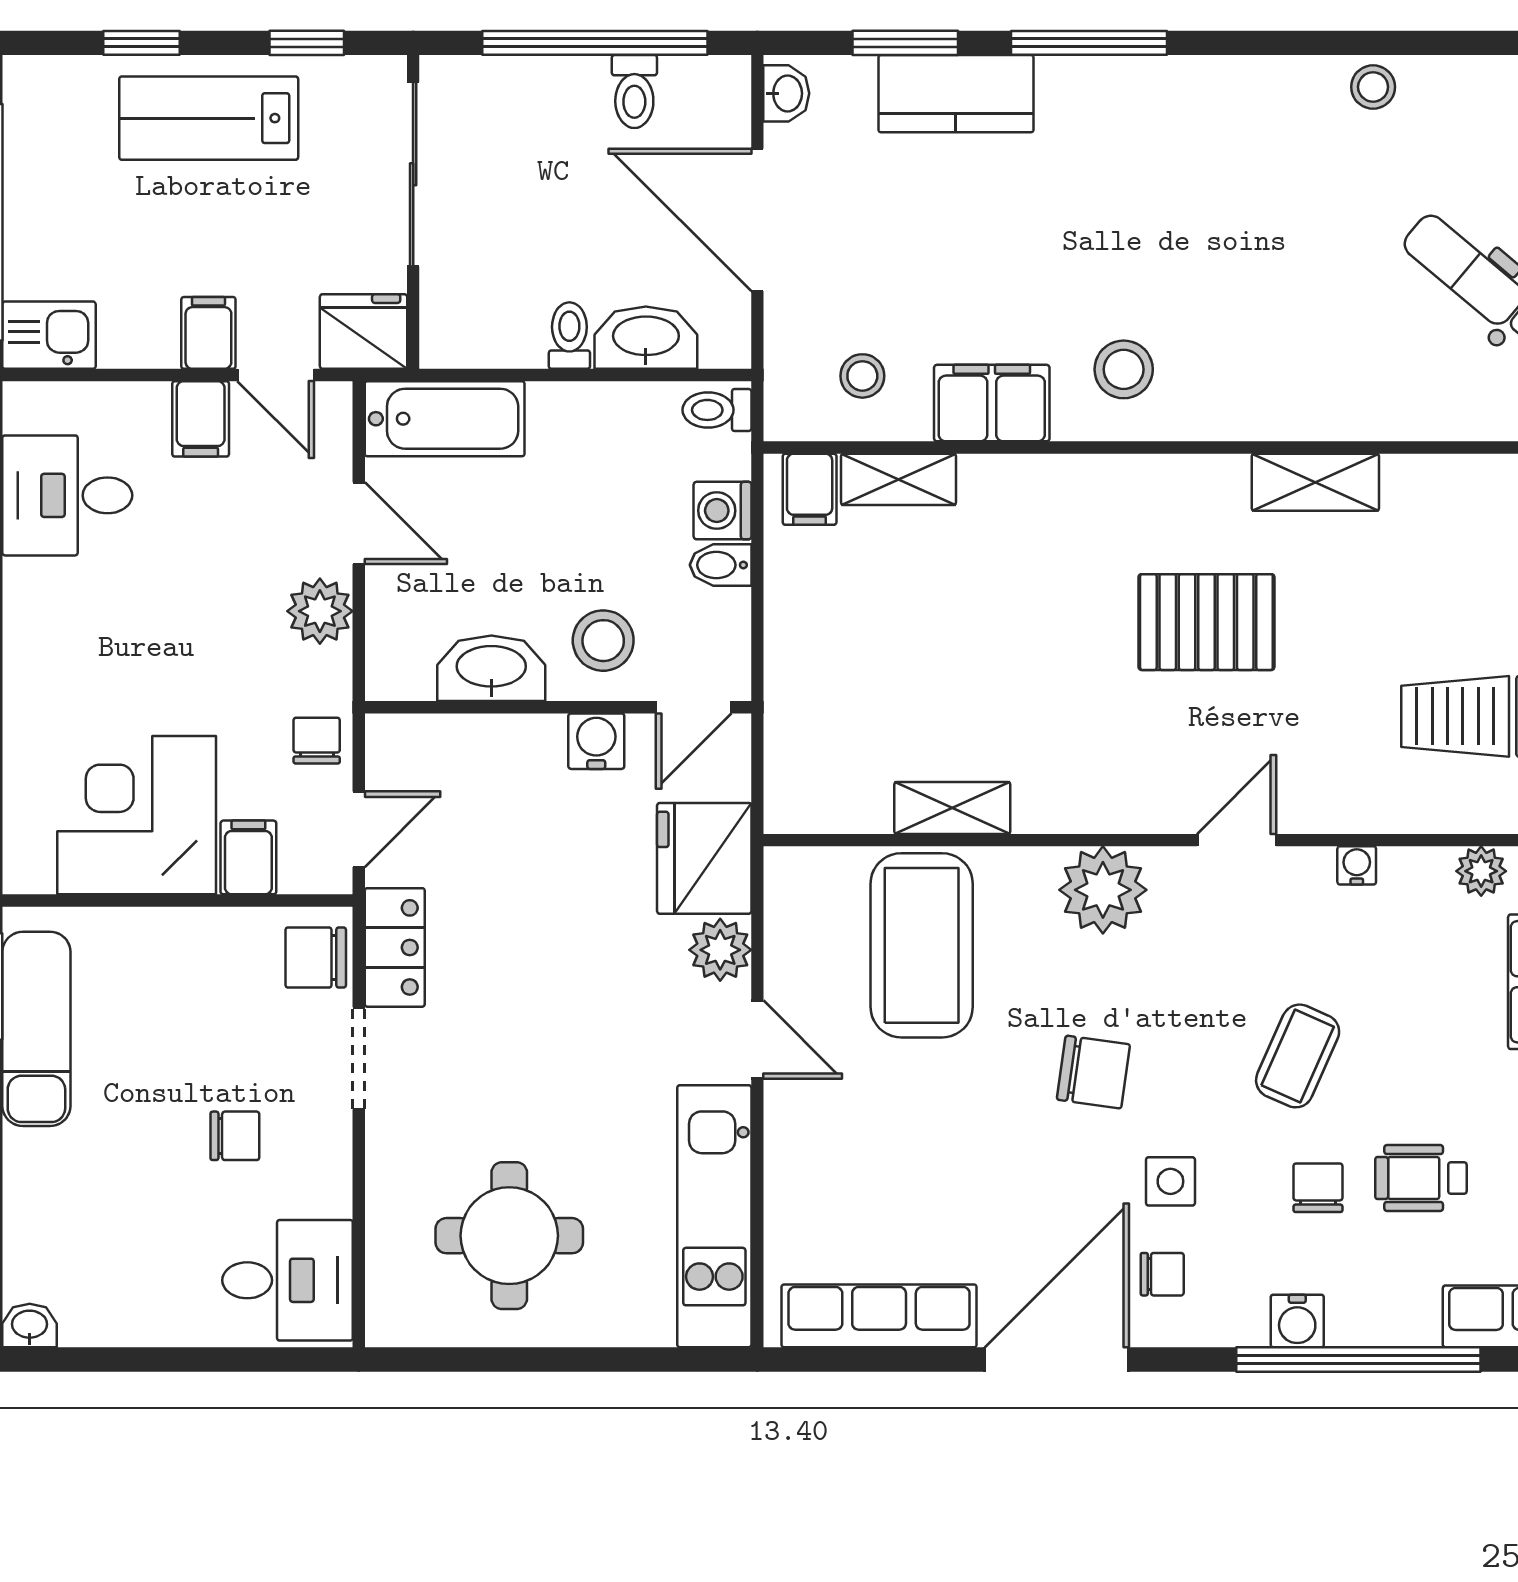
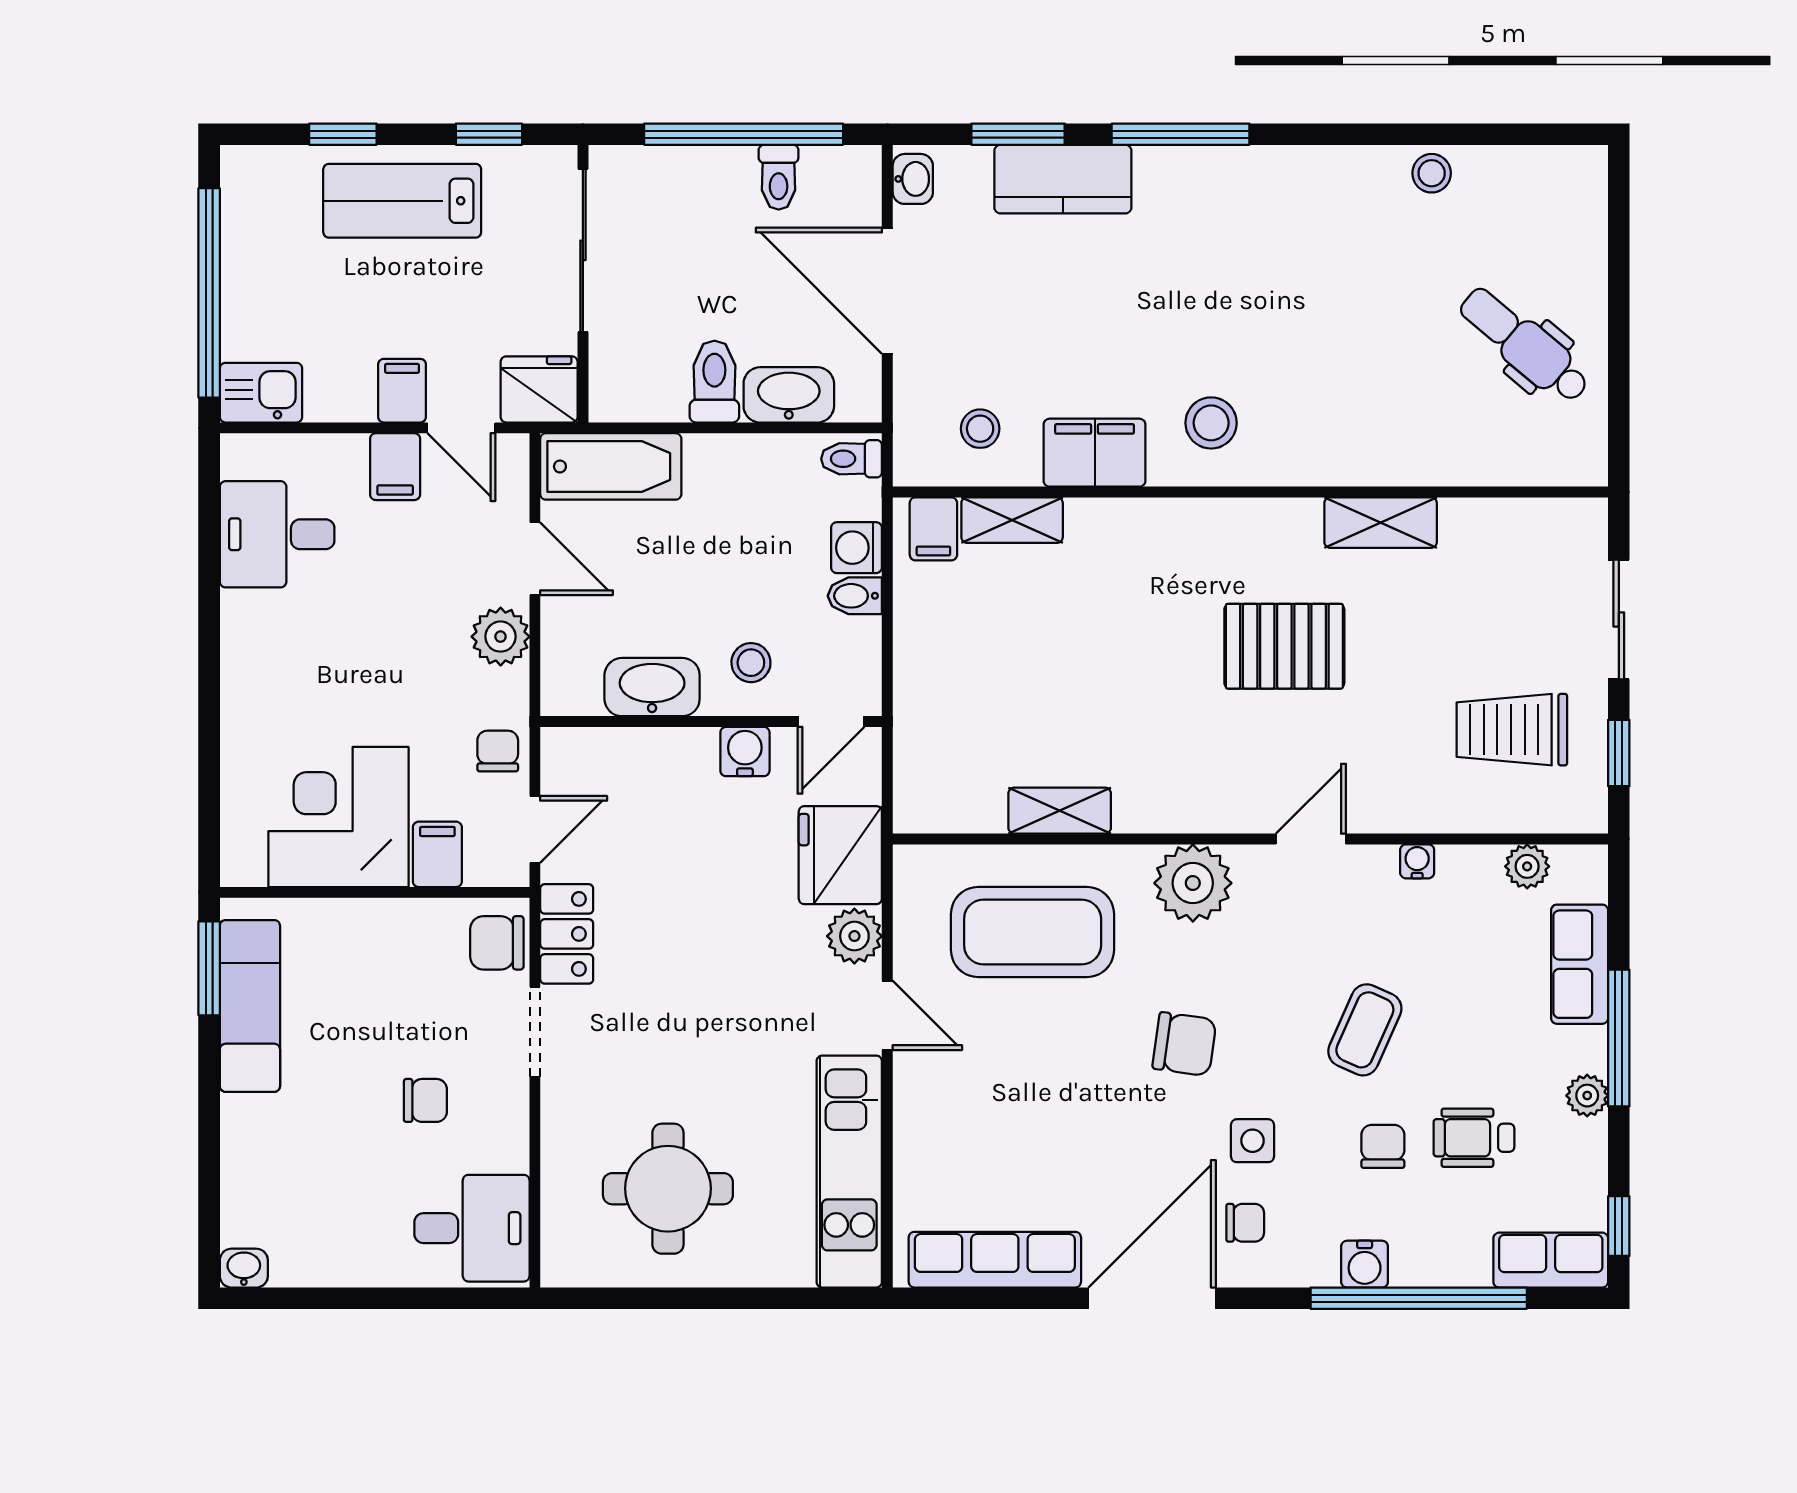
toilet: (569, 336) -> (714, 382), width x1.37, depth x1.39
stool: (603, 641) -> (751, 663), width x0.73, depth x0.73
coffee table: (922, 945) -> (1033, 932), turned 90

